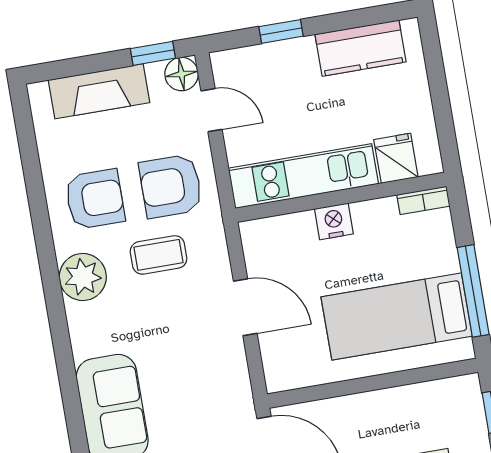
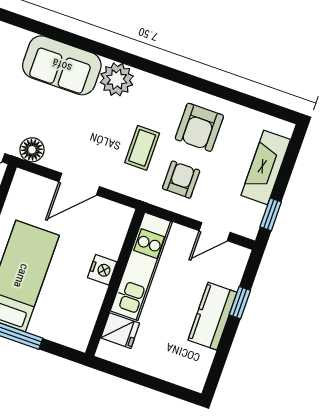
kitchen counter: (361, 48) -> (212, 316), moved
floor lamp: (182, 74) -> (32, 150), moved
armchair: (171, 186) -> (181, 180), width x0.72, depth x0.72
bookcase: (423, 200) -> (84, 333), removed
plant: (83, 277) -> (117, 79), moved

